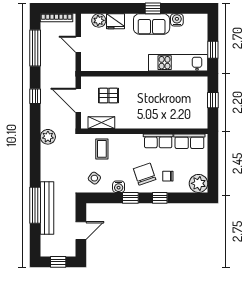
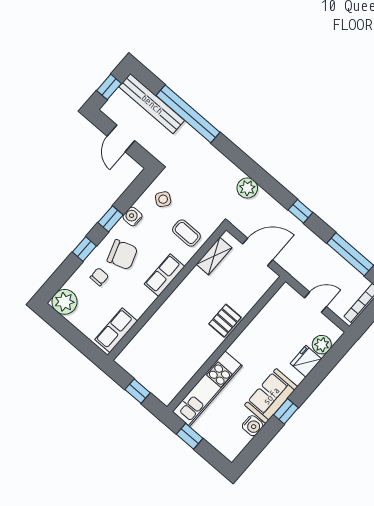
pallet: (108, 96) -> (225, 321), moved
row of seats: (158, 141) -> (165, 275), moved
window: (35, 205) -> (188, 114), width x1.46
bench: (47, 208) -> (152, 104), moved

